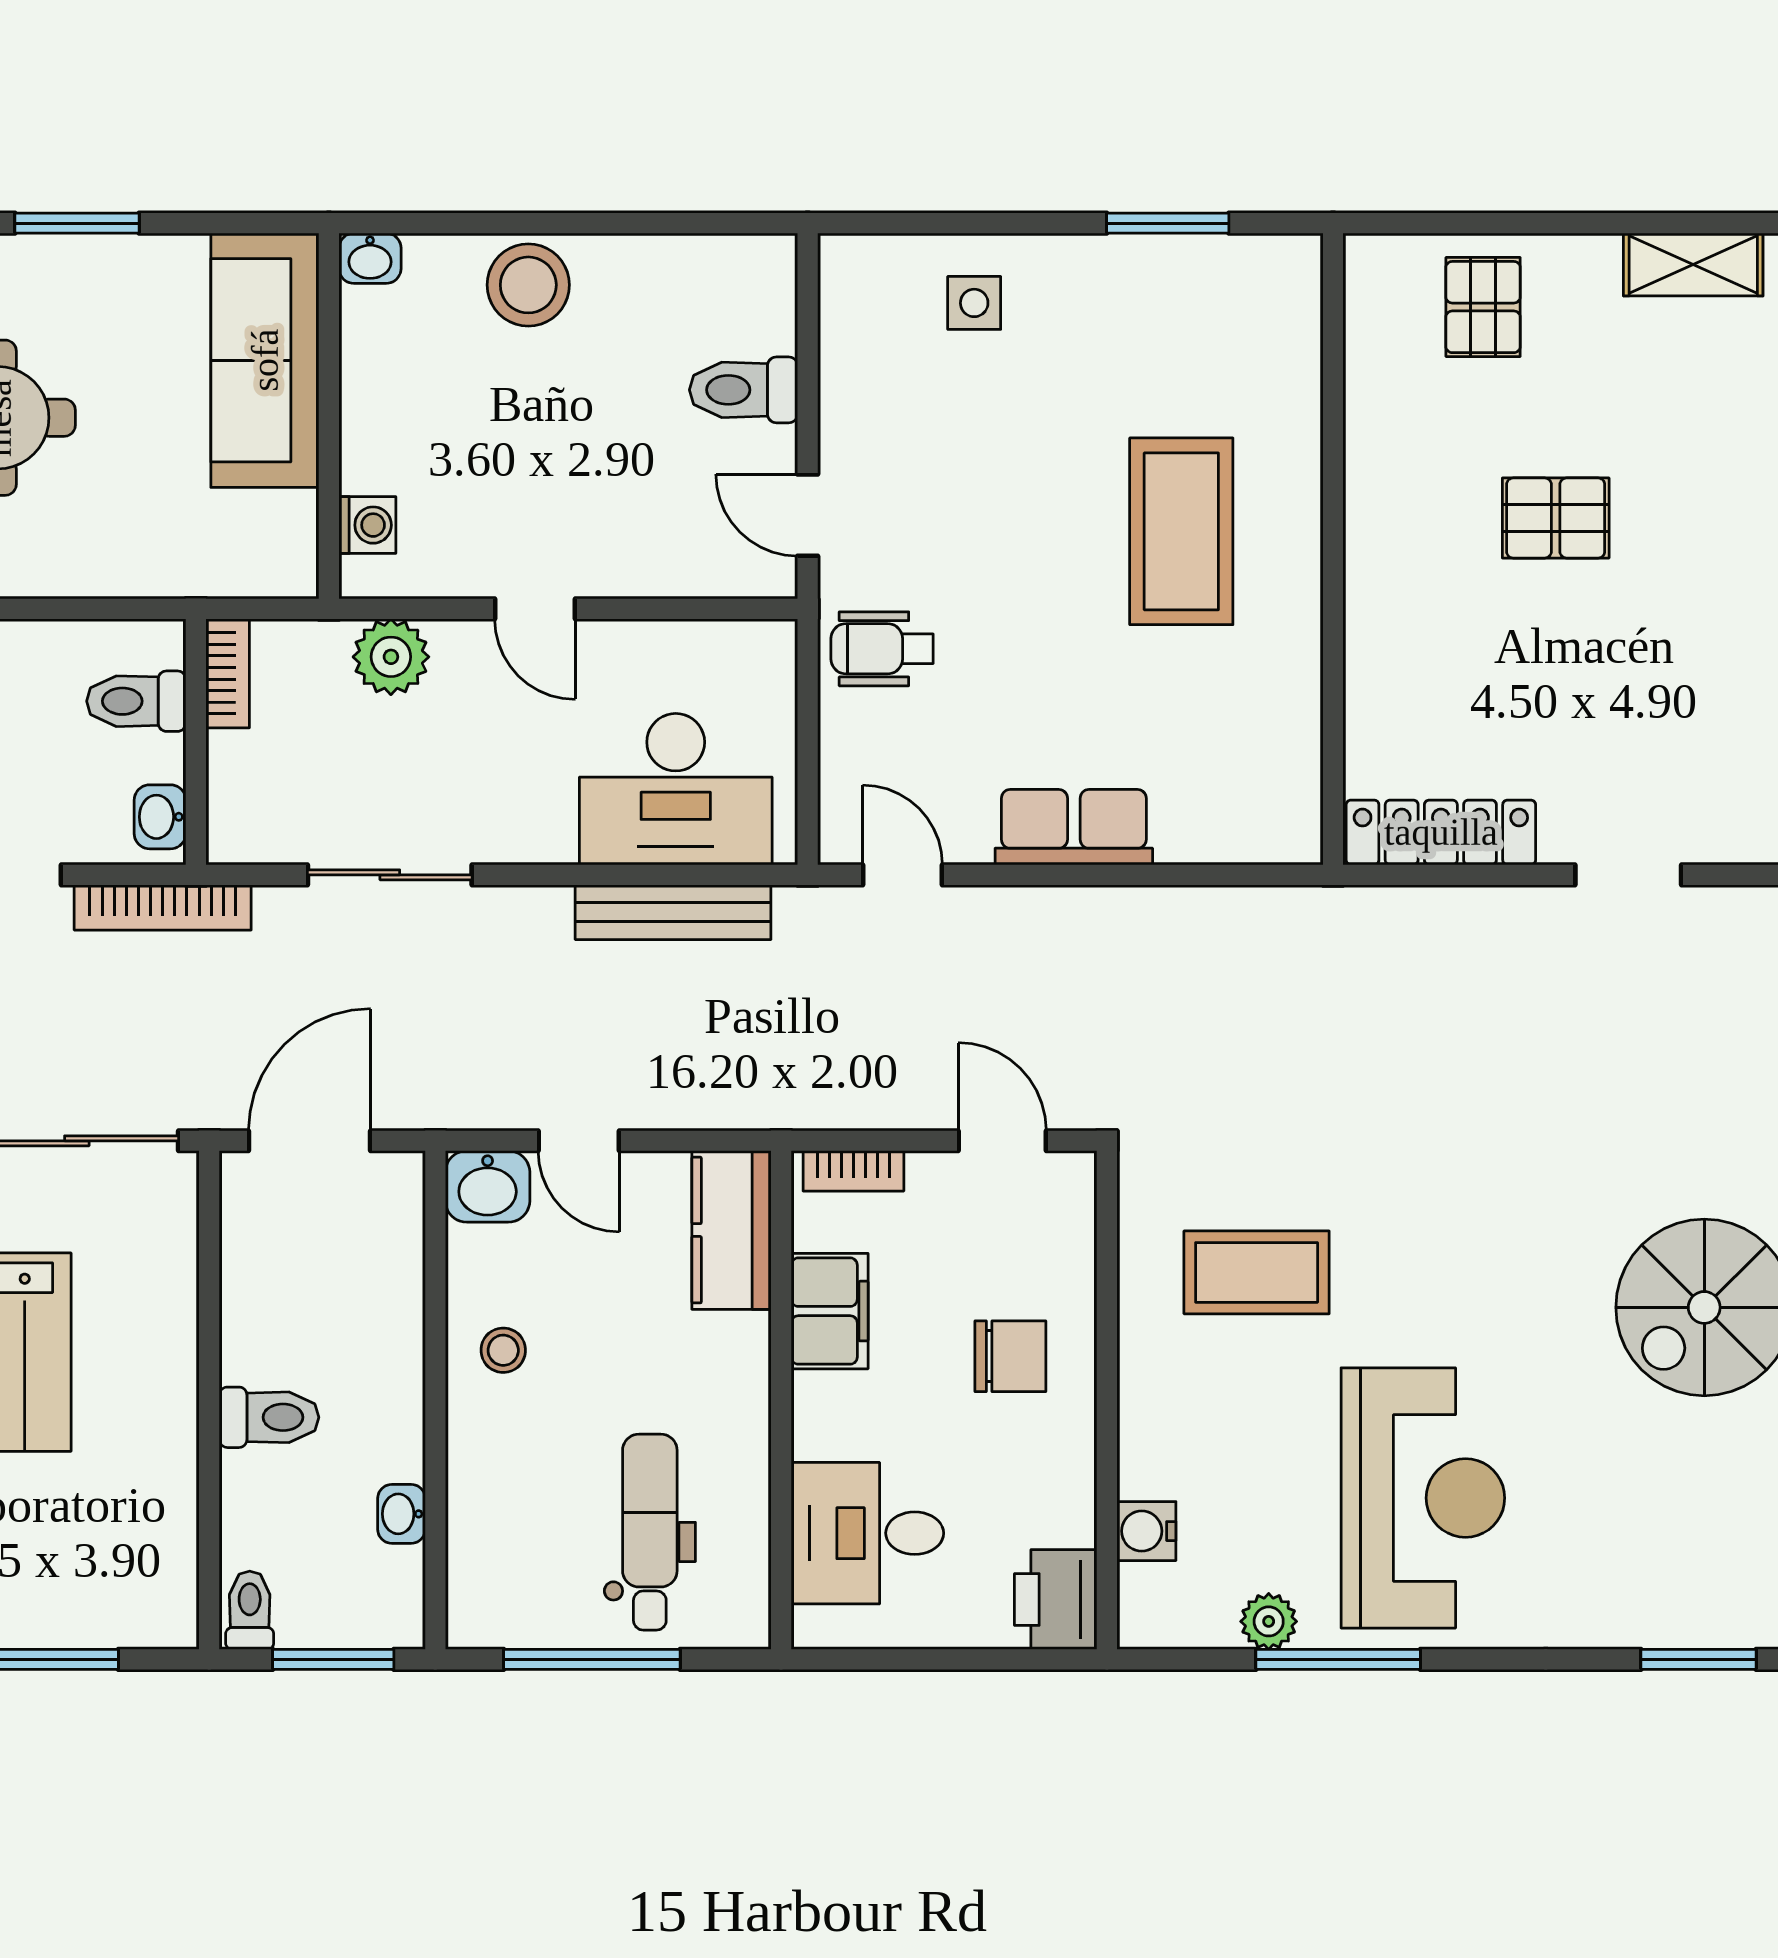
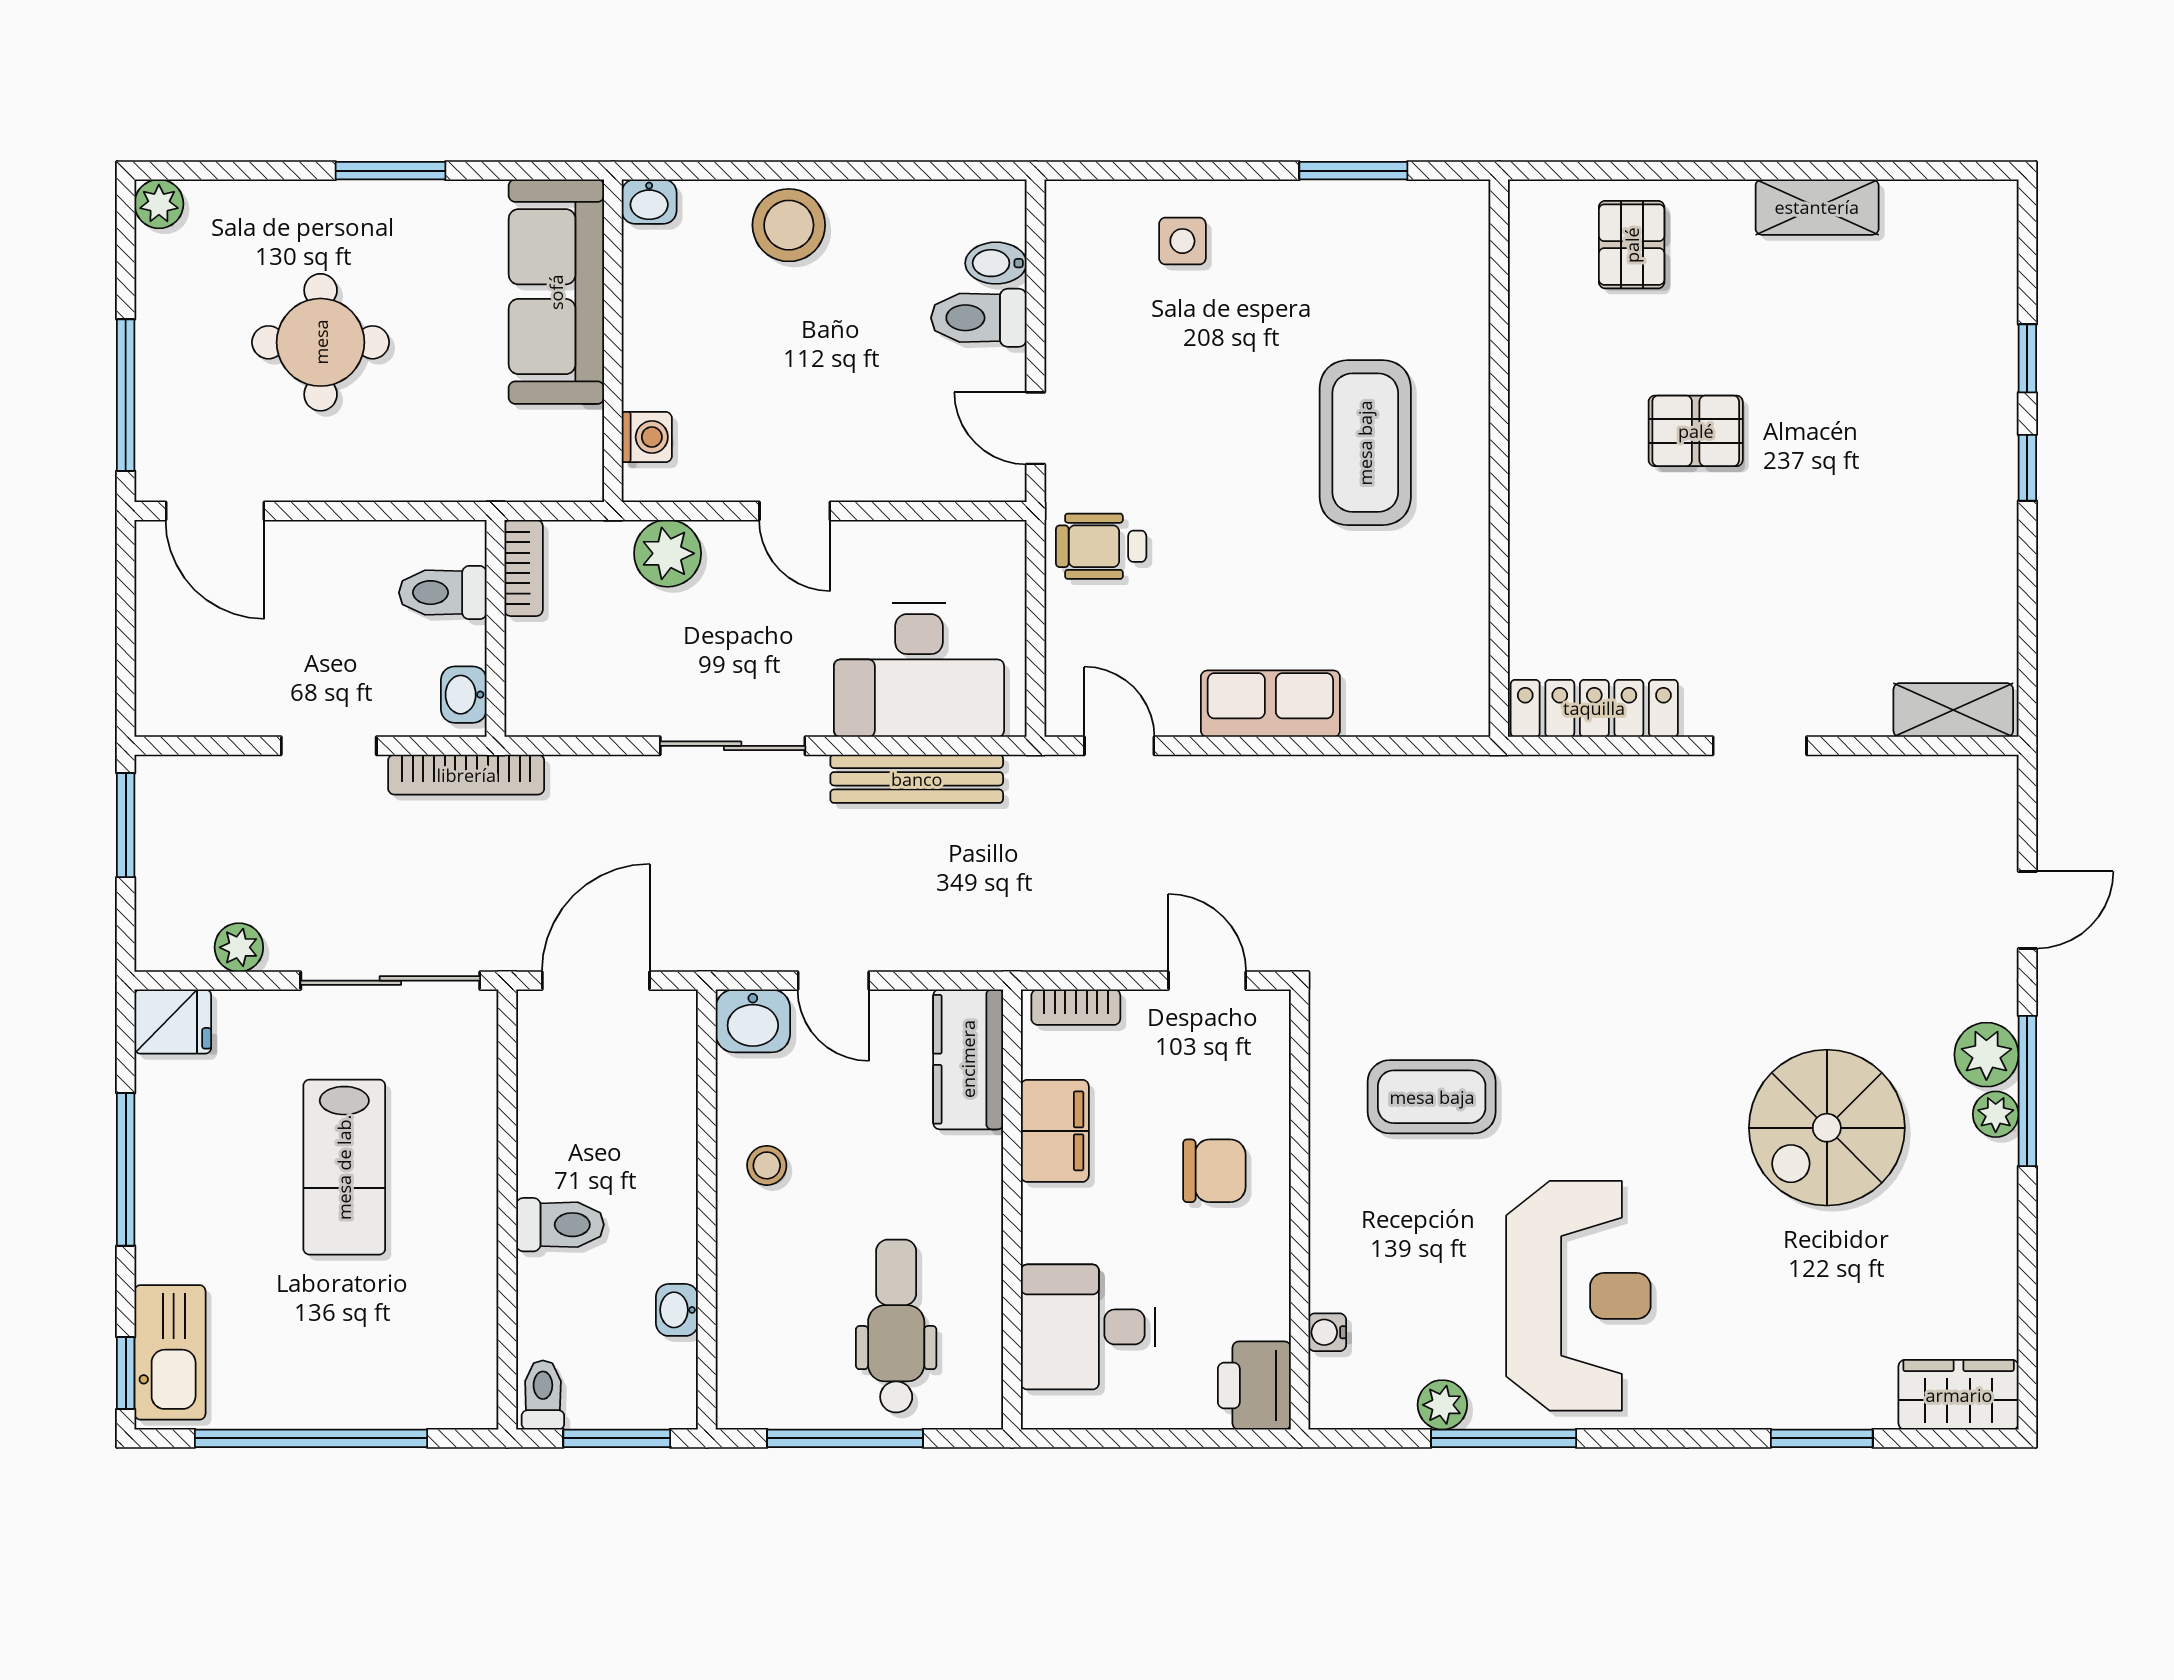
bidet: (763, 328) -> (996, 263), added
sliding door: (390, 875) -> (733, 746), moved
water cooler: (1146, 1531) -> (1327, 1332), width x0.72, depth x0.72

